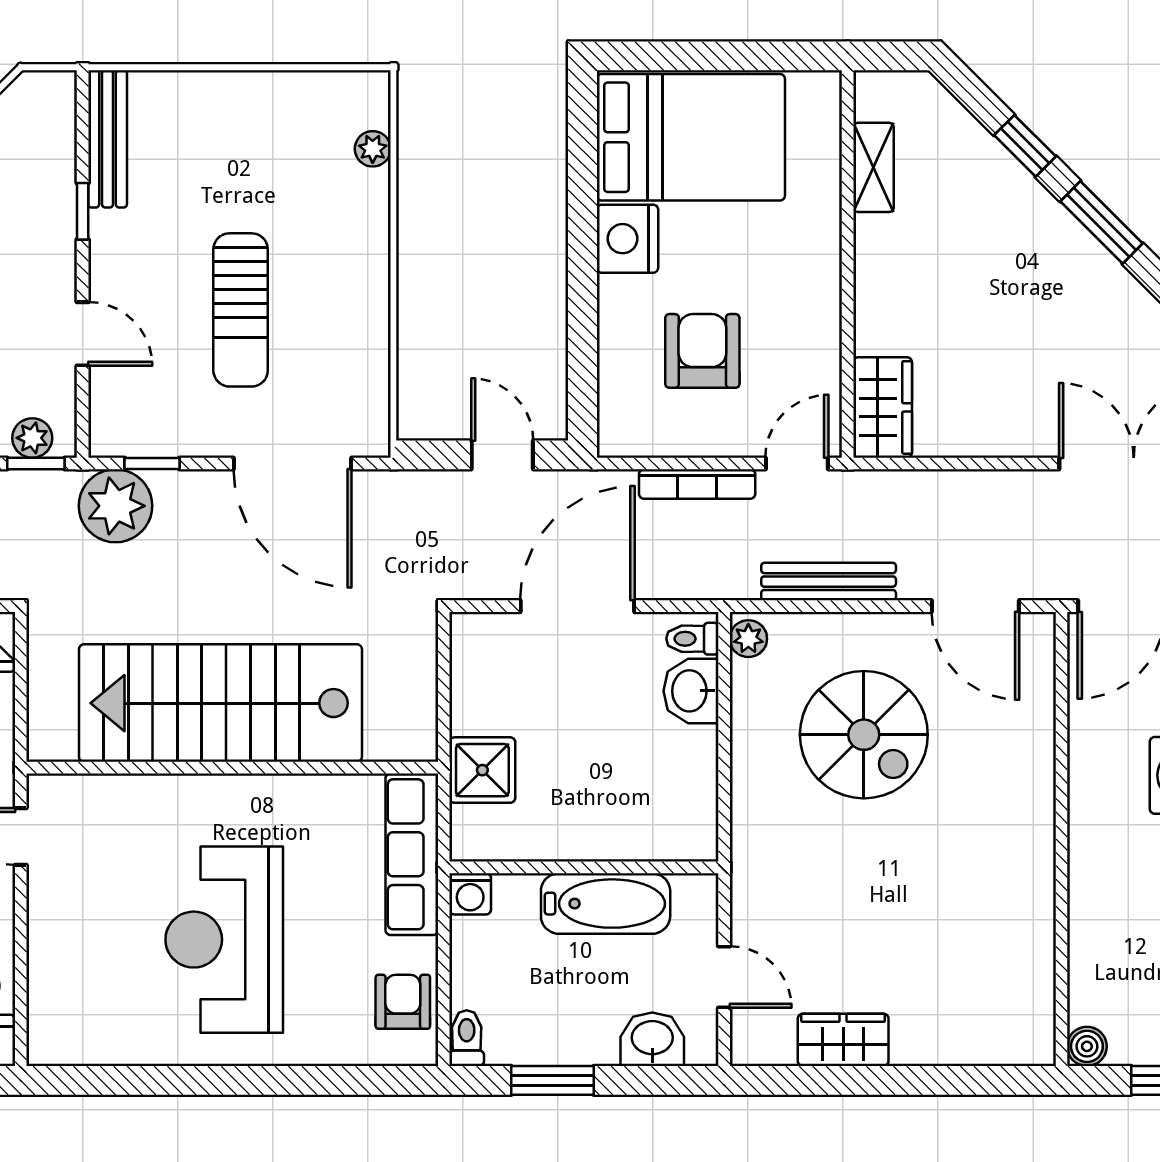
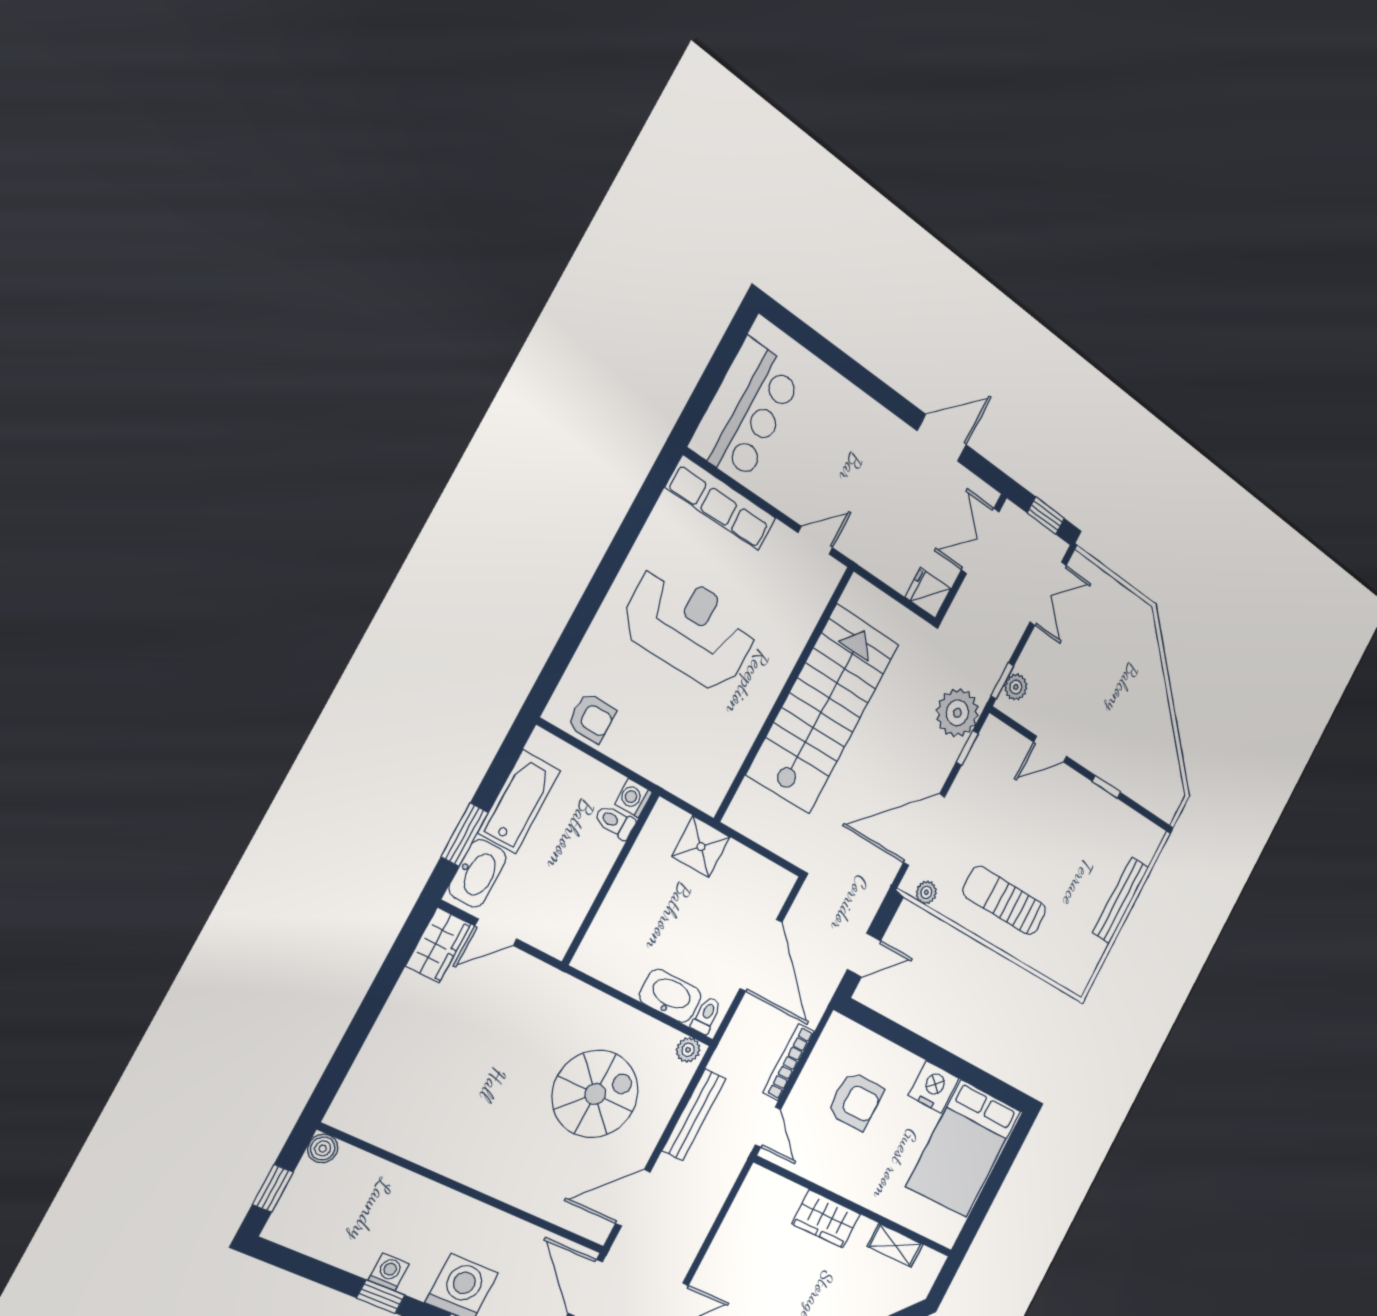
bench: (108, 139) -> (1120, 900), moved, turned 90
plant: (373, 149) -> (926, 892), moved
sun lounger: (241, 310) -> (1005, 901), moved
wardrobe: (883, 407) -> (826, 1219), moved
washbasin: (691, 691) -> (670, 996), width x1.38
spiral stairs: (864, 735) -> (595, 1094), turned 180
row of seats: (412, 854) -> (721, 503), moved, turned 180
bathtub: (606, 904) -> (519, 802), moved, turned 180
toilet: (467, 1038) -> (615, 822), moved, turned 180
washbasin: (652, 1039) -> (477, 873), width x1.38
wardrobe: (843, 1040) -> (438, 945), moved
window: (553, 1080) -> (465, 835), moved

